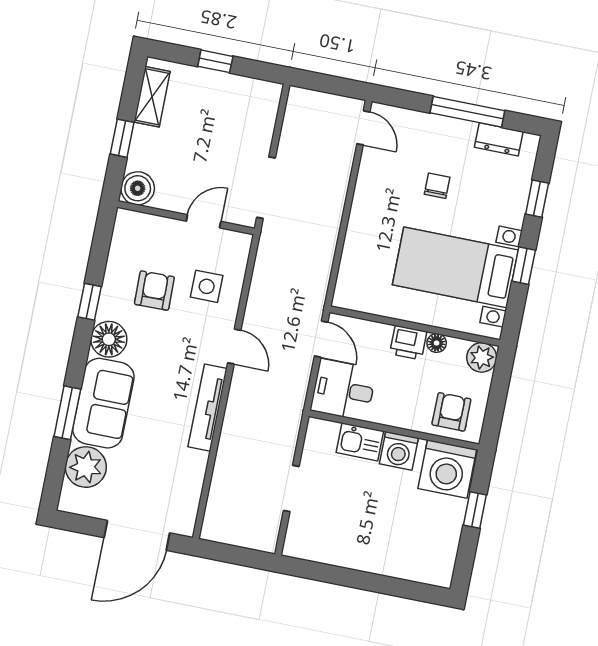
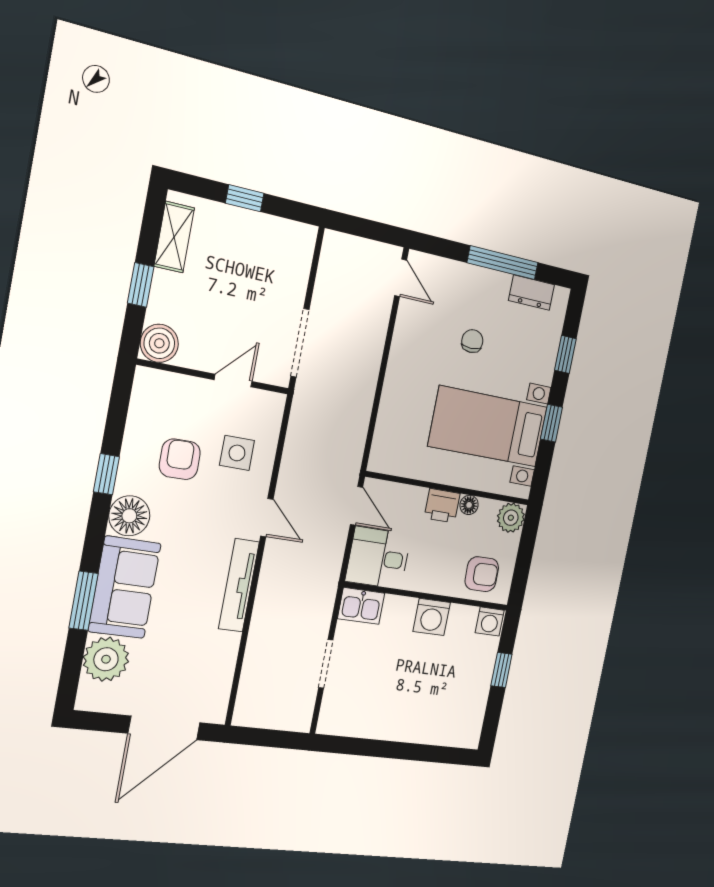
armchair: (451, 412) -> (482, 574), turned 89
kitchen sink: (360, 442) -> (361, 606), moved
washing machine: (447, 469) -> (490, 621), width x0.53, depth x0.53

